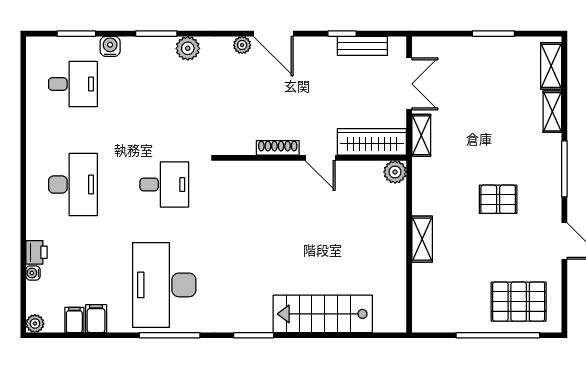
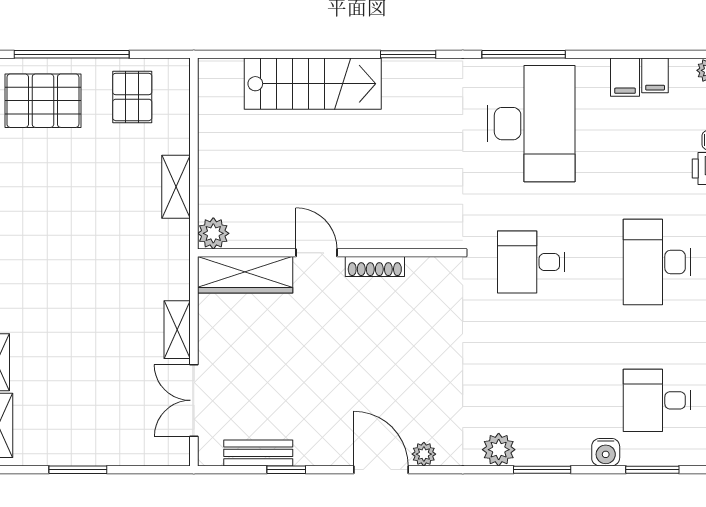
wardrobe: (372, 142) -> (245, 275), moved
shoe rack: (278, 148) -> (375, 267), moved
wall: (312, 158) -> (328, 253), moved
door: (320, 158) -> (317, 253), moved
plant: (395, 172) -> (213, 233), moved
pallet: (498, 199) -> (132, 97), moved, turned 90

